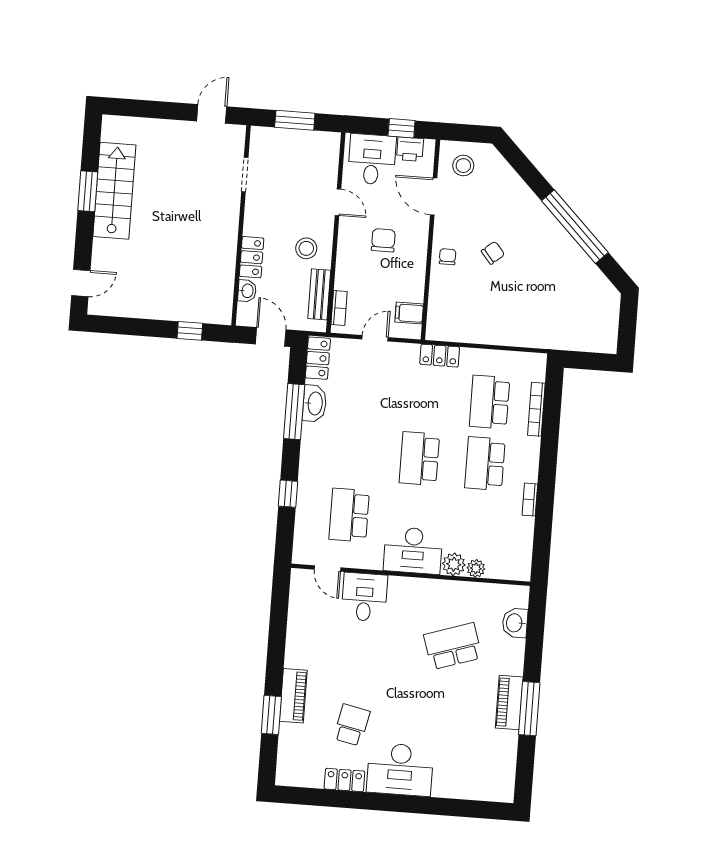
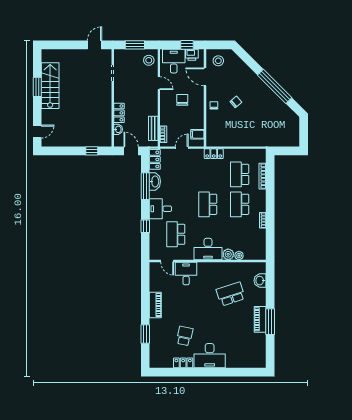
stool: (306, 248) -> (149, 60), moved
desk: (322, 460) -> (160, 209), added
piano: (293, 696) -> (155, 305), moved

